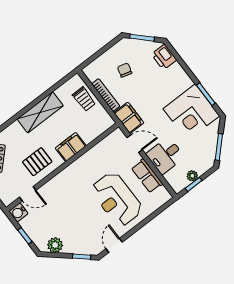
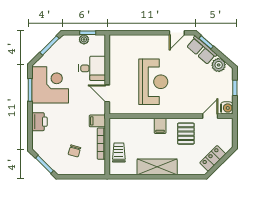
printer: (164, 57) -> (40, 122), moved
filing cabinet: (129, 118) -> (97, 121), width x0.50
filing cabinet: (71, 147) -> (160, 126), width x0.50
pallet: (37, 162) -> (186, 134), turned 90
row of seats: (147, 176) -> (202, 50), moved, turned 131
door: (28, 194) -> (210, 116), hinge flipped
reception desk: (117, 199) -> (153, 82), moved

